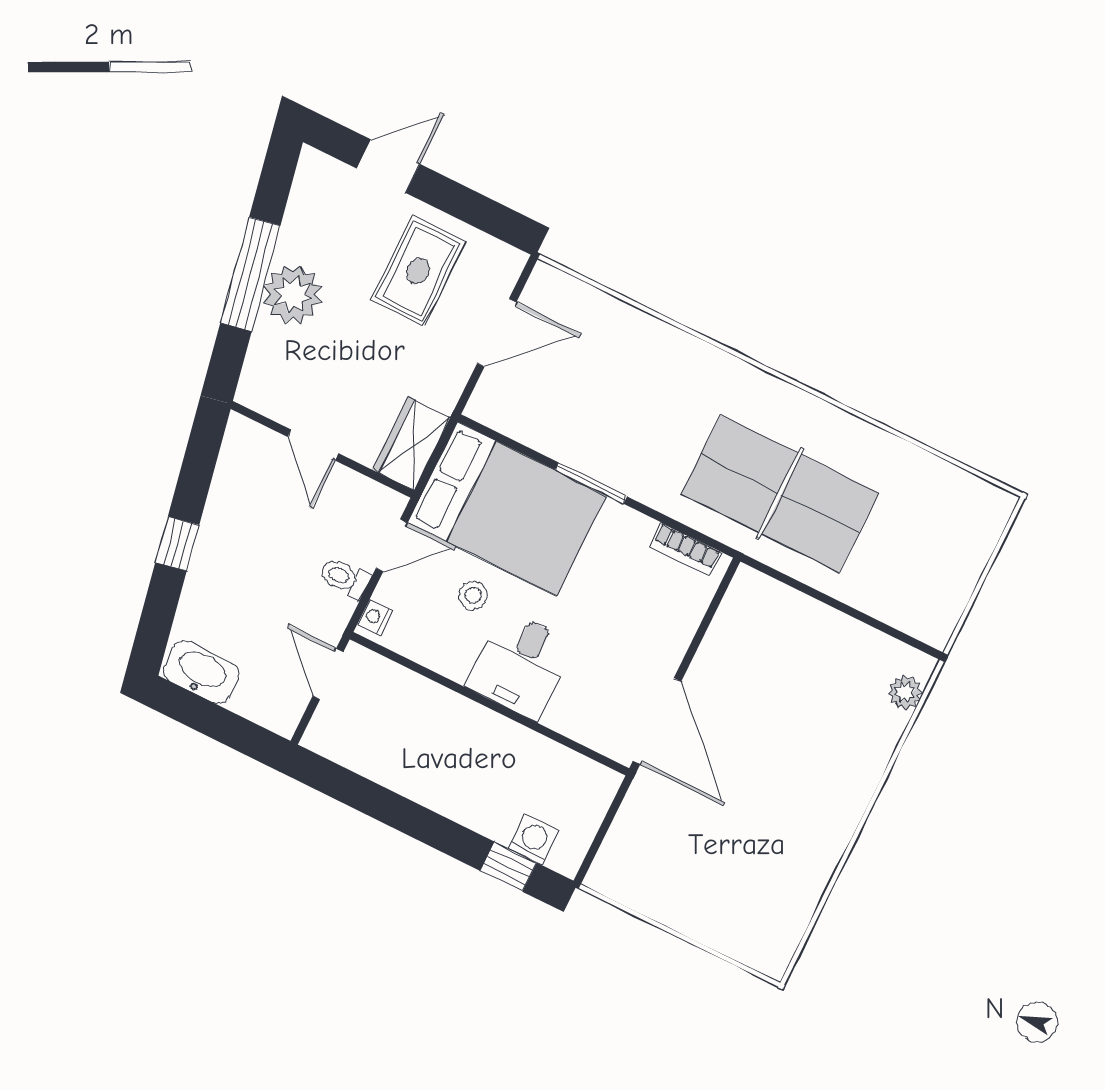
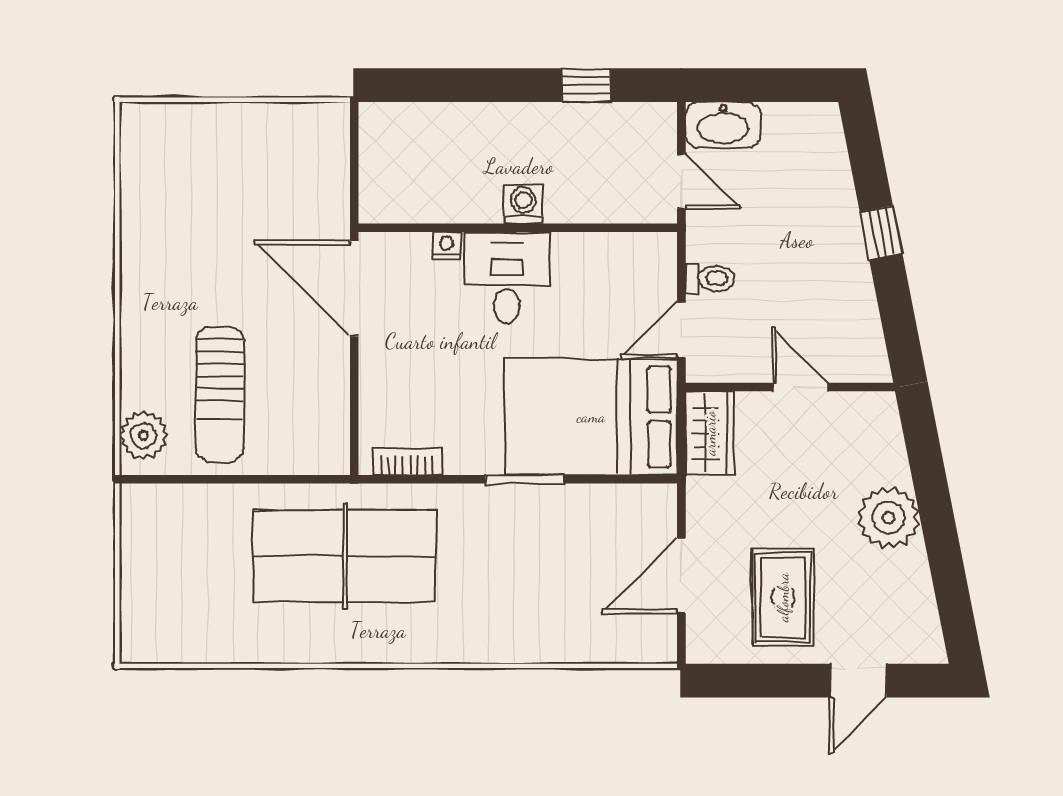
window: (250, 274) -> (937, 517), removed
stool: (473, 595) -> (583, 321), removed
nightstand: (375, 617) -> (447, 245), moved, turned -90
washbasin: (201, 672) -> (723, 125), moved
sun lounger: (819, 687) -> (220, 394), added
plant: (905, 693) -> (144, 435), width x1.38, depth x1.38
washing machine: (533, 840) -> (523, 204), moved, turned 180
window: (508, 867) -> (586, 85), moved

